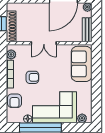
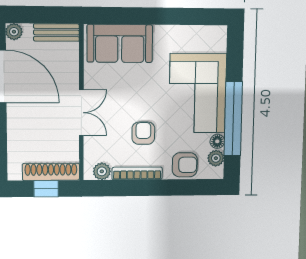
plant: (82, 118) -> (216, 158), moved

